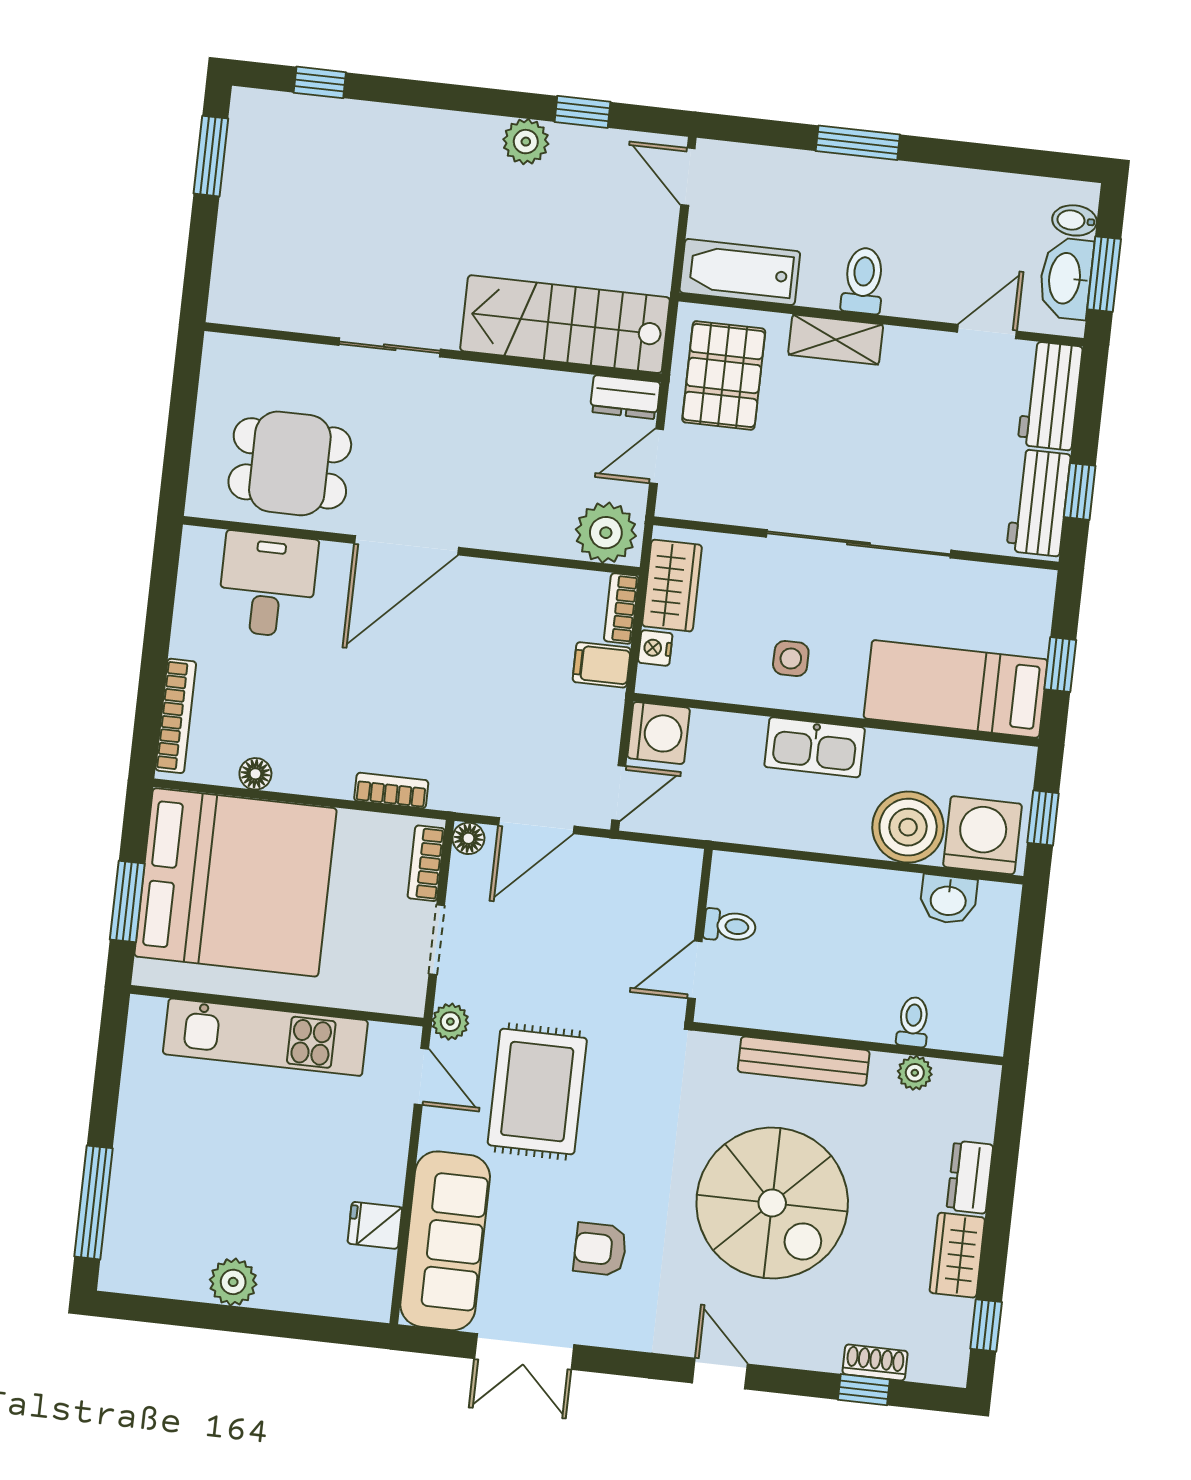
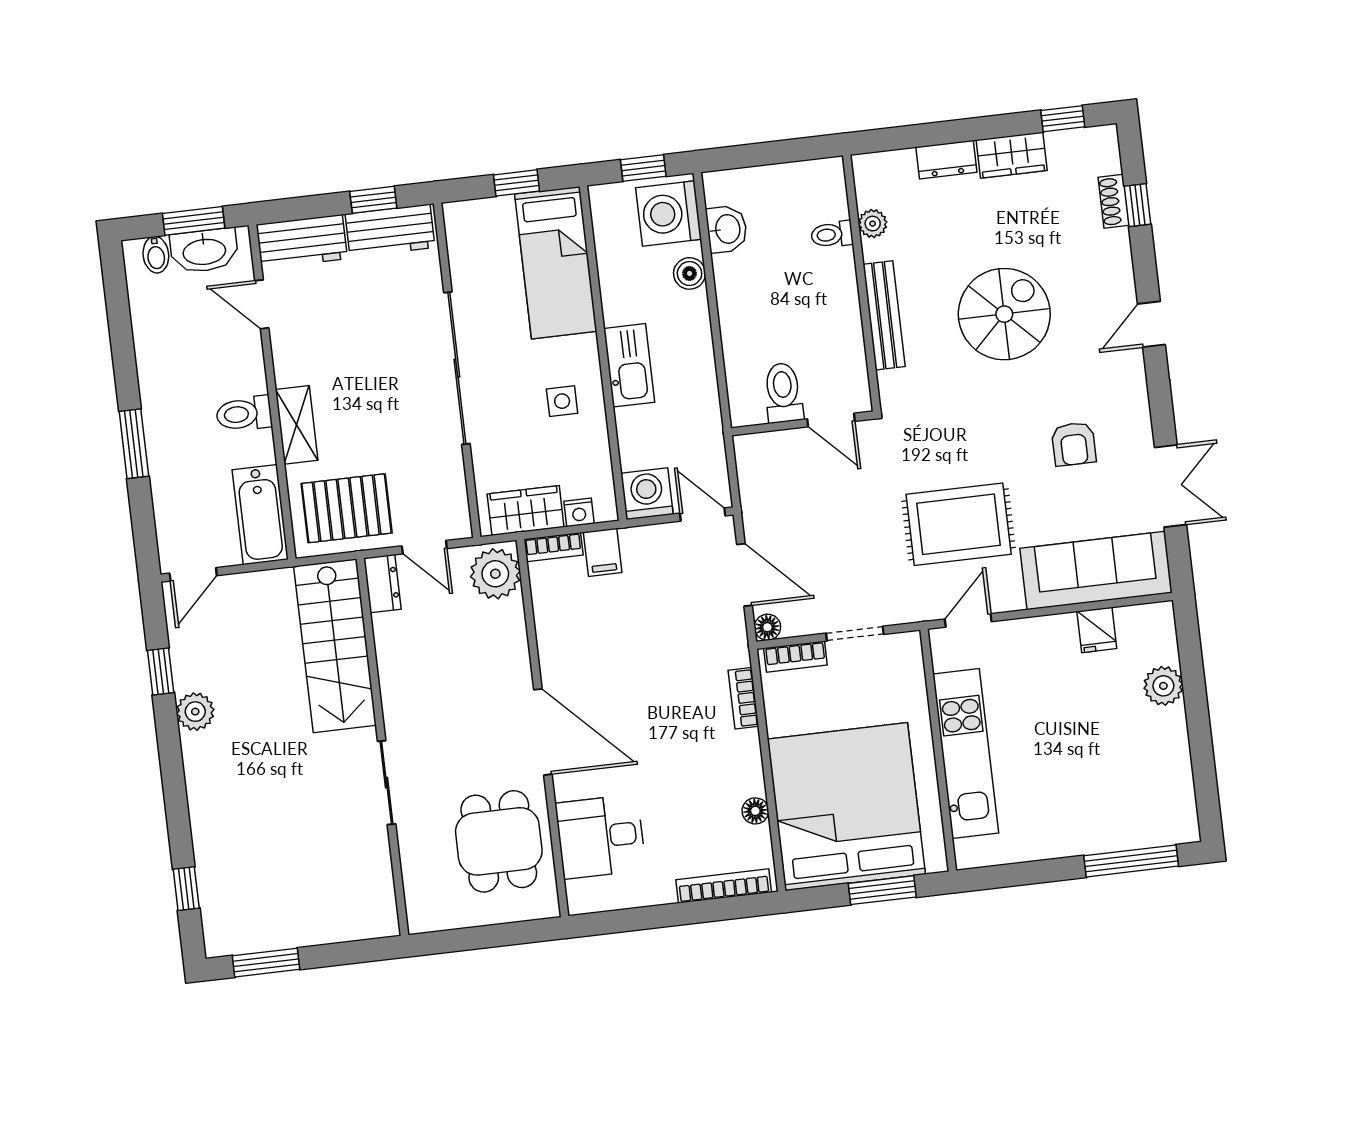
boiler: (908, 827) -> (690, 273), width x0.54, depth x0.54
toilet: (730, 926) -> (783, 393), width x1.37, depth x1.39
plant: (450, 1022) -> (918, 607), removed
spiral stairs: (772, 1203) -> (1004, 314), width x0.73, depth x0.73
plant: (233, 1282) -> (1163, 686), moved

